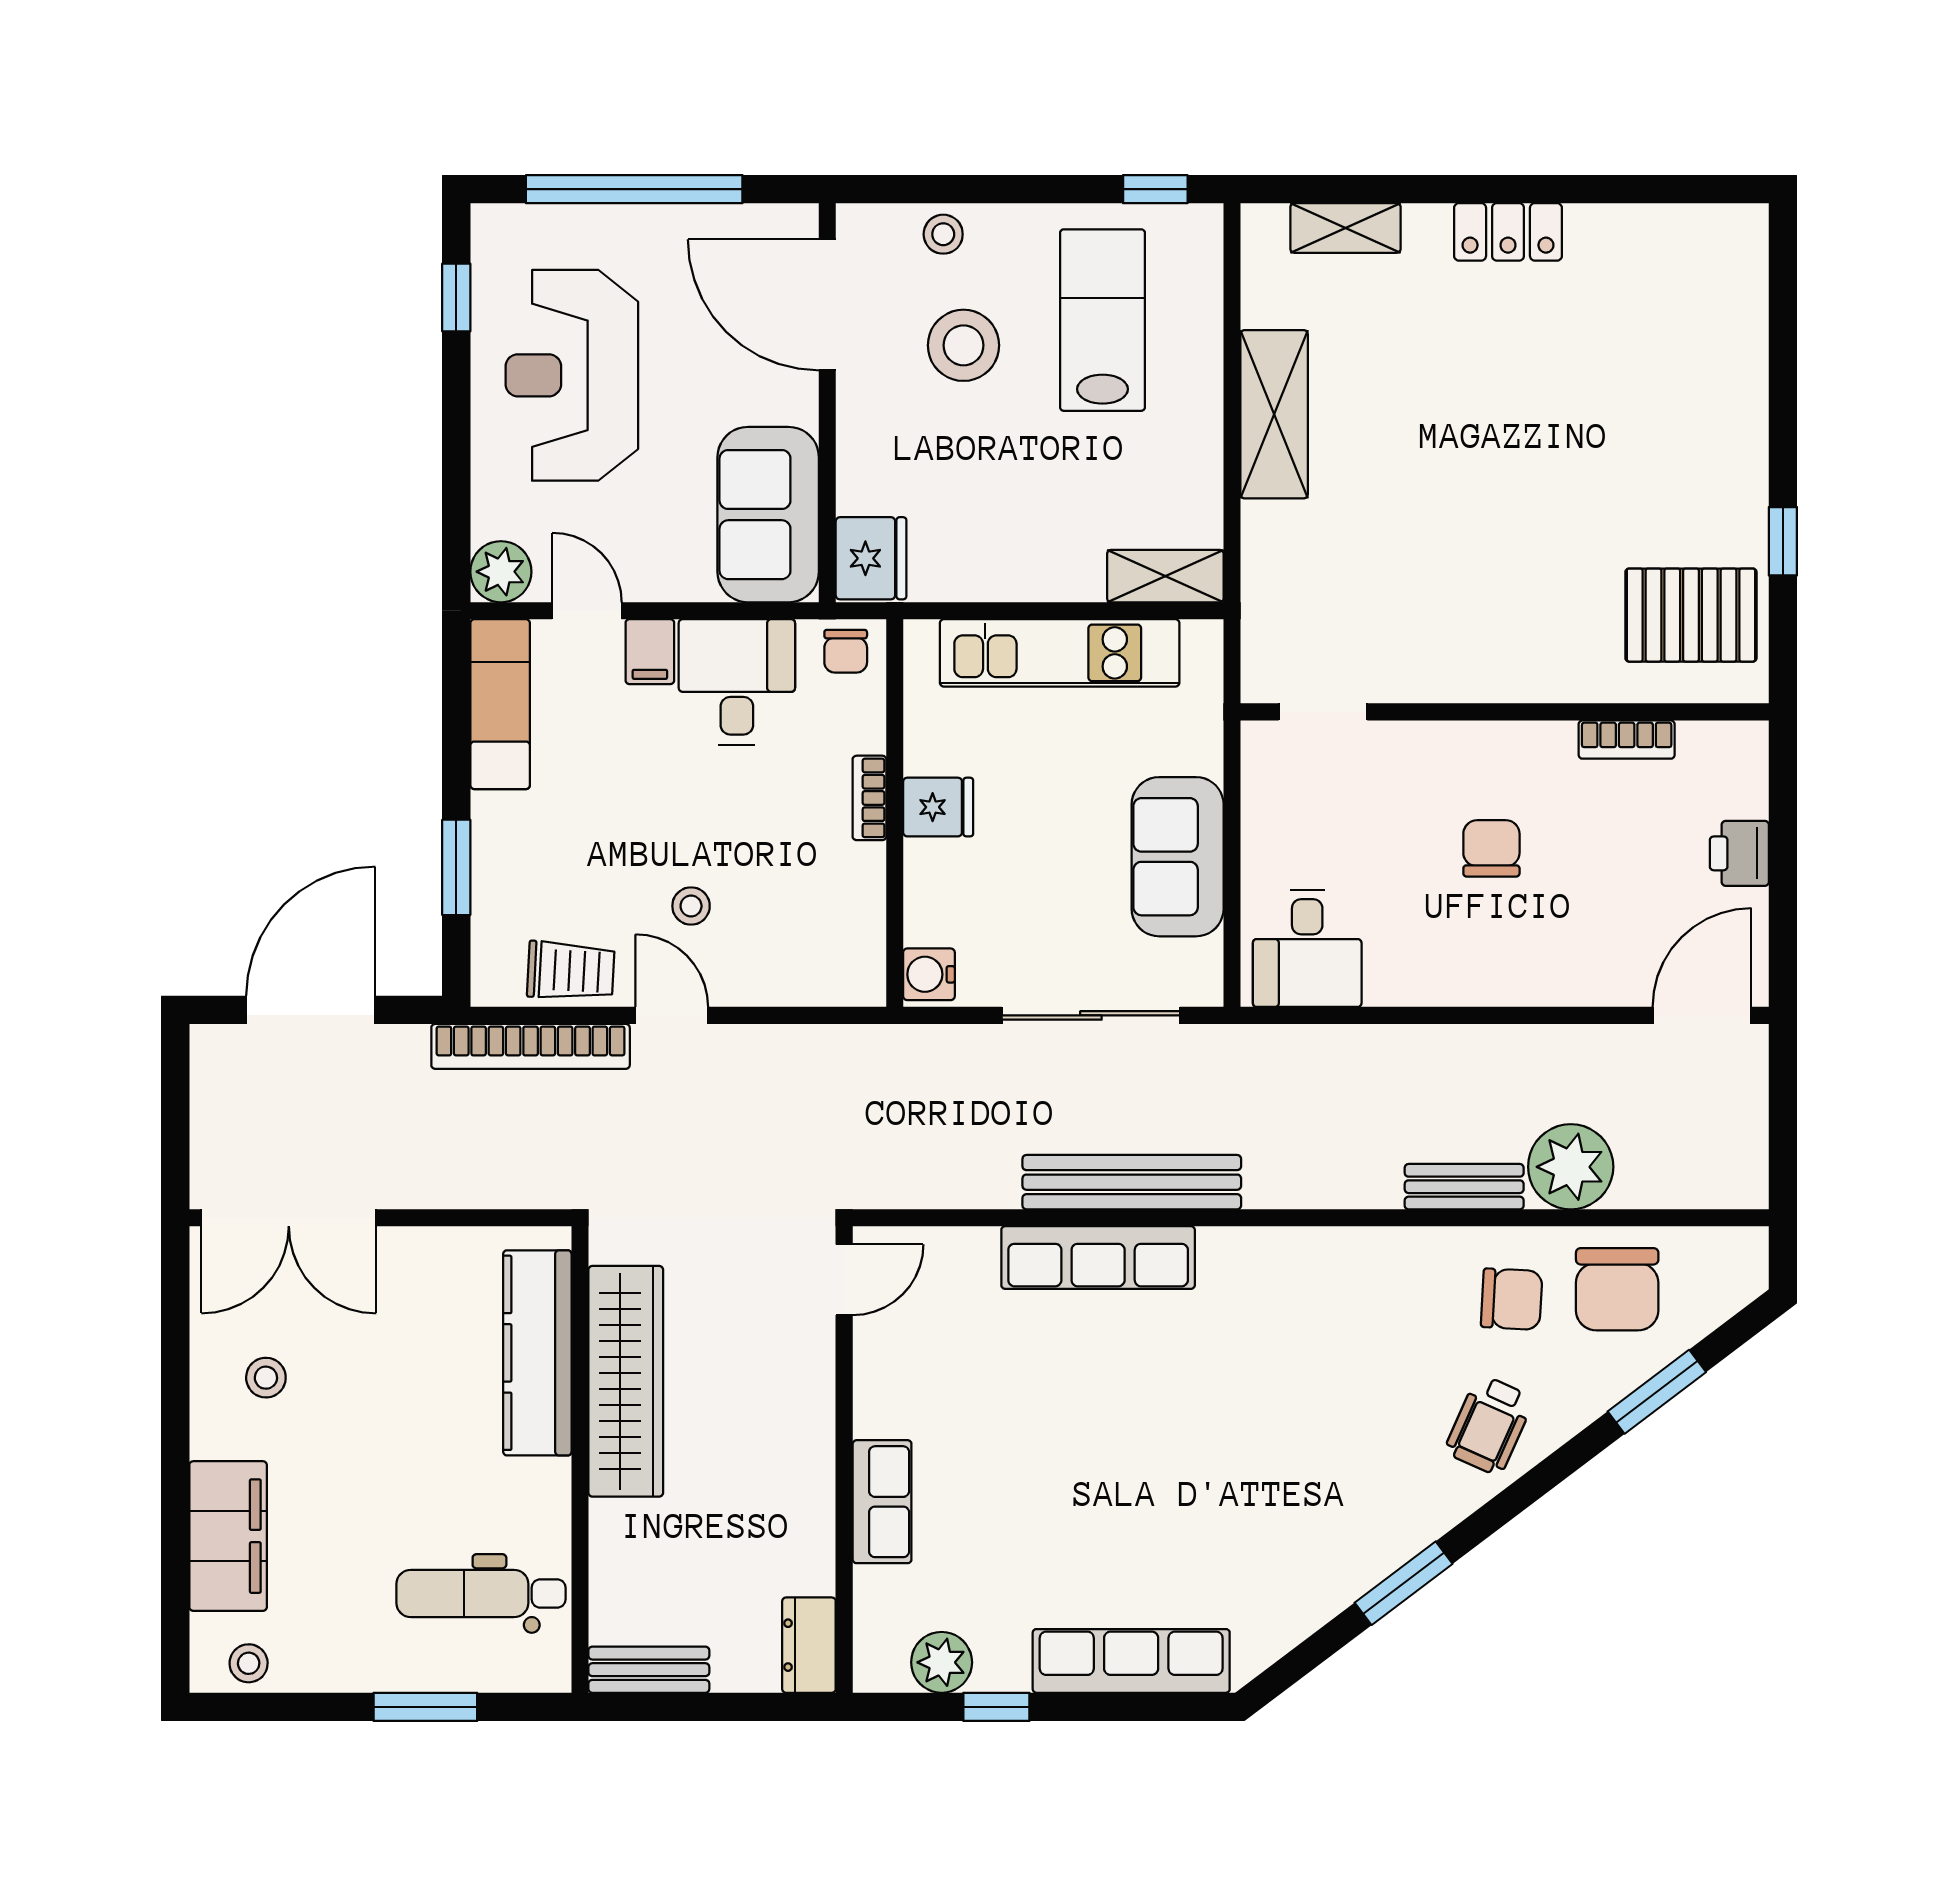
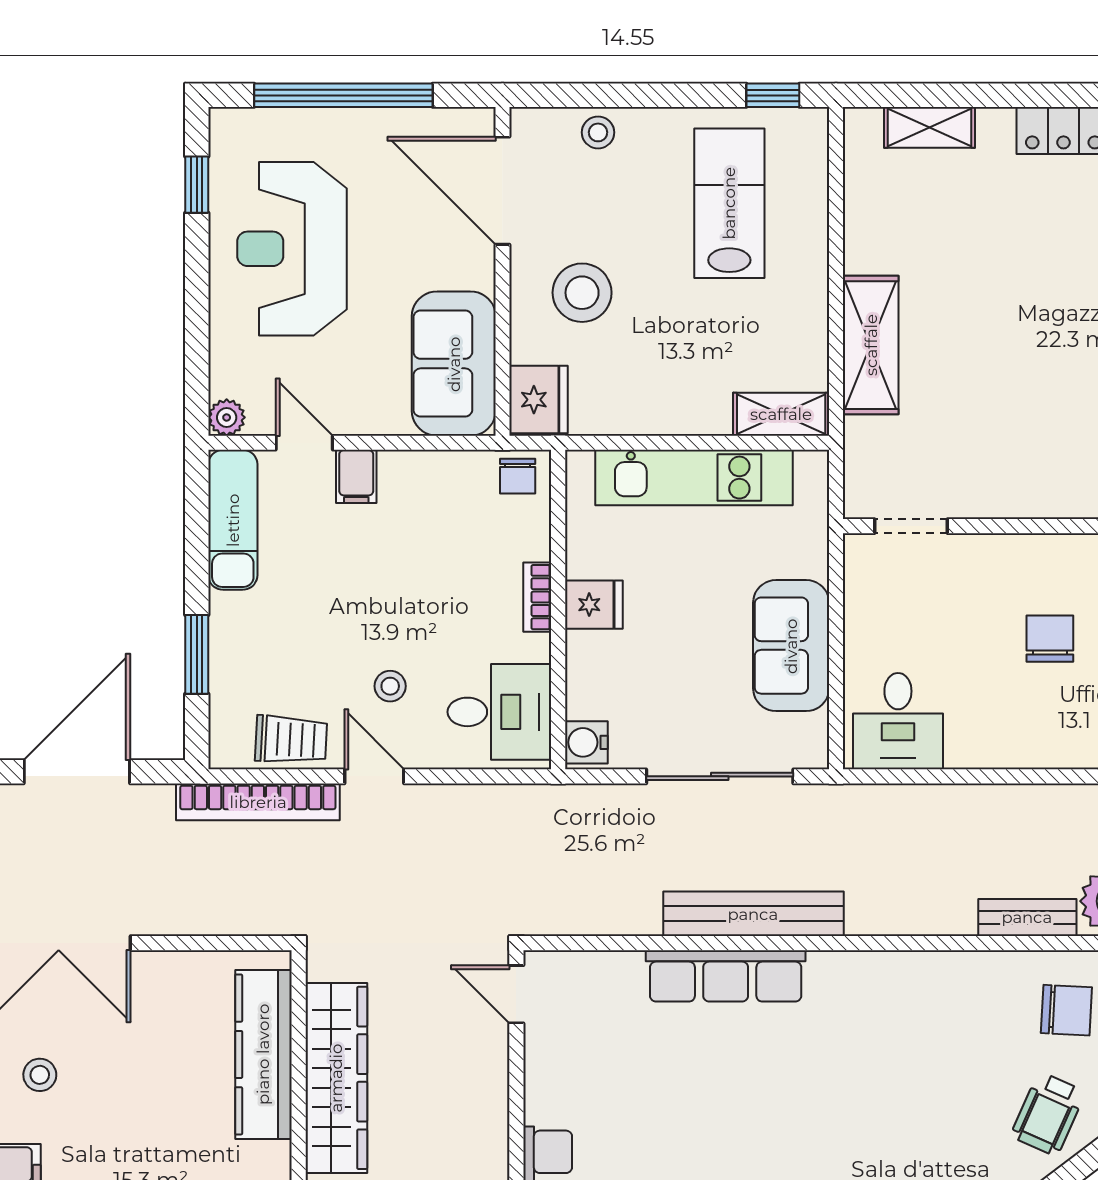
stool: (963, 345) -> (582, 293), moved
shelving: (1274, 414) -> (871, 345), moved
plant: (501, 572) -> (227, 417), width x0.73, depth x0.73
desk: (737, 682) -> (499, 712), moved, turned 90
door: (844, 1280) -> (516, 994), swing flipped

